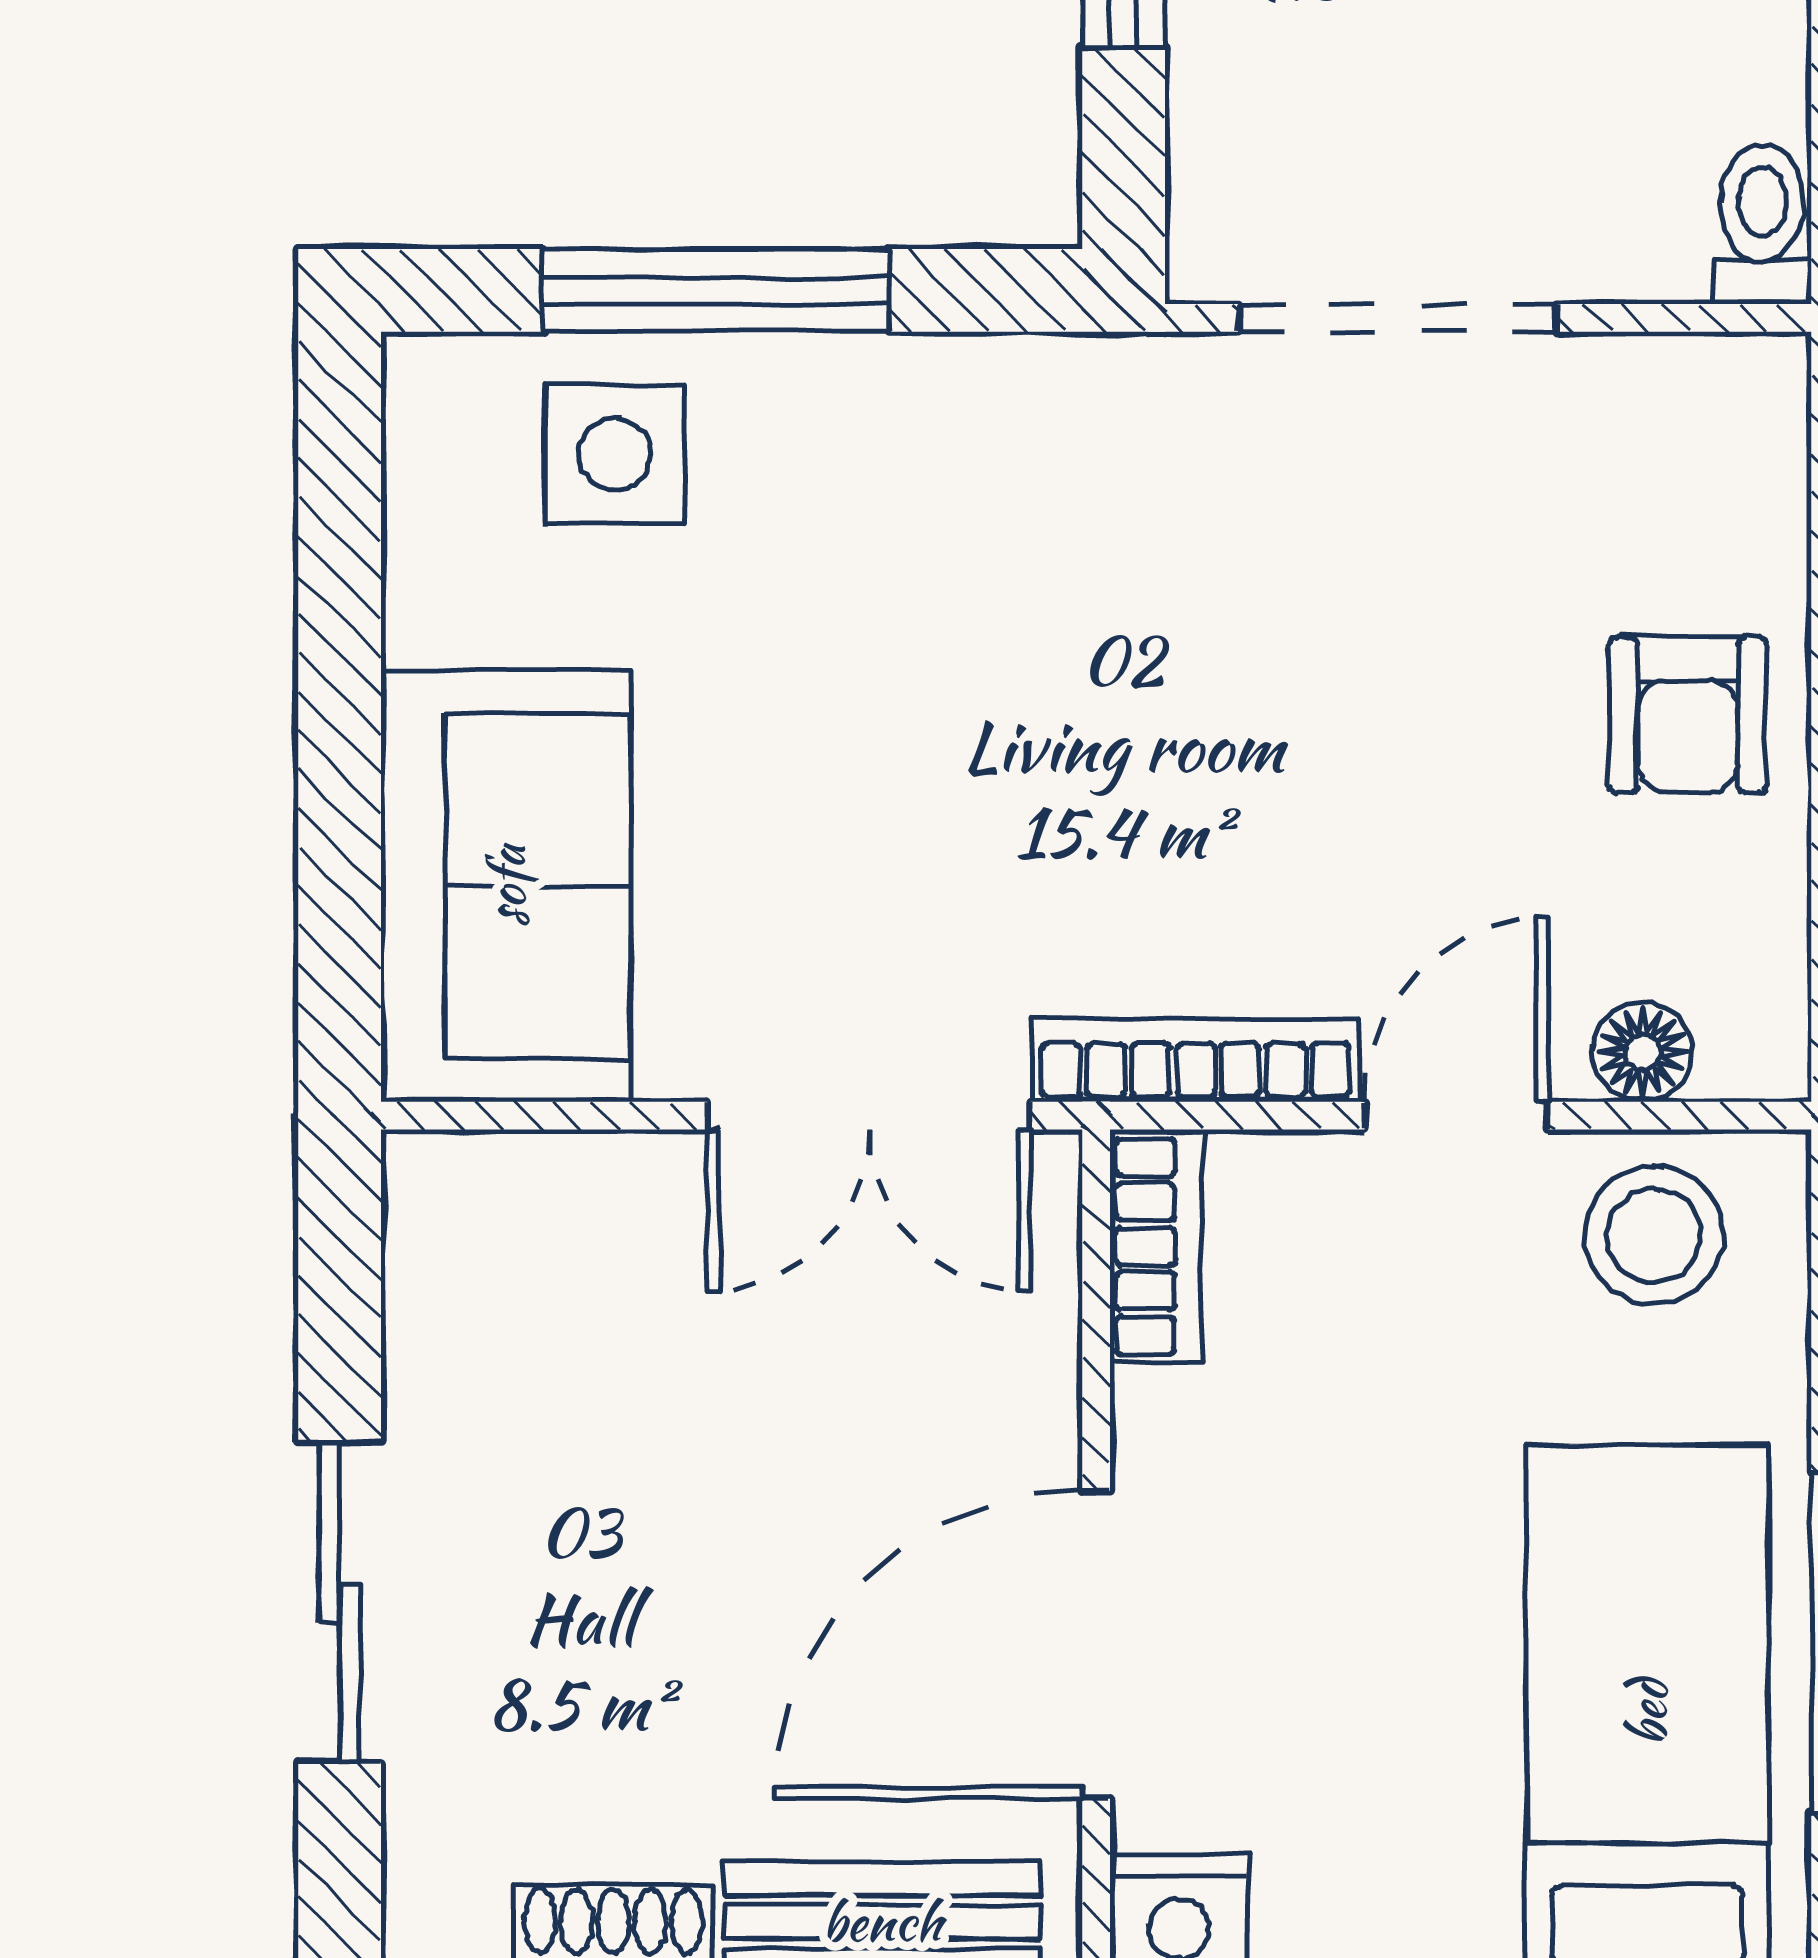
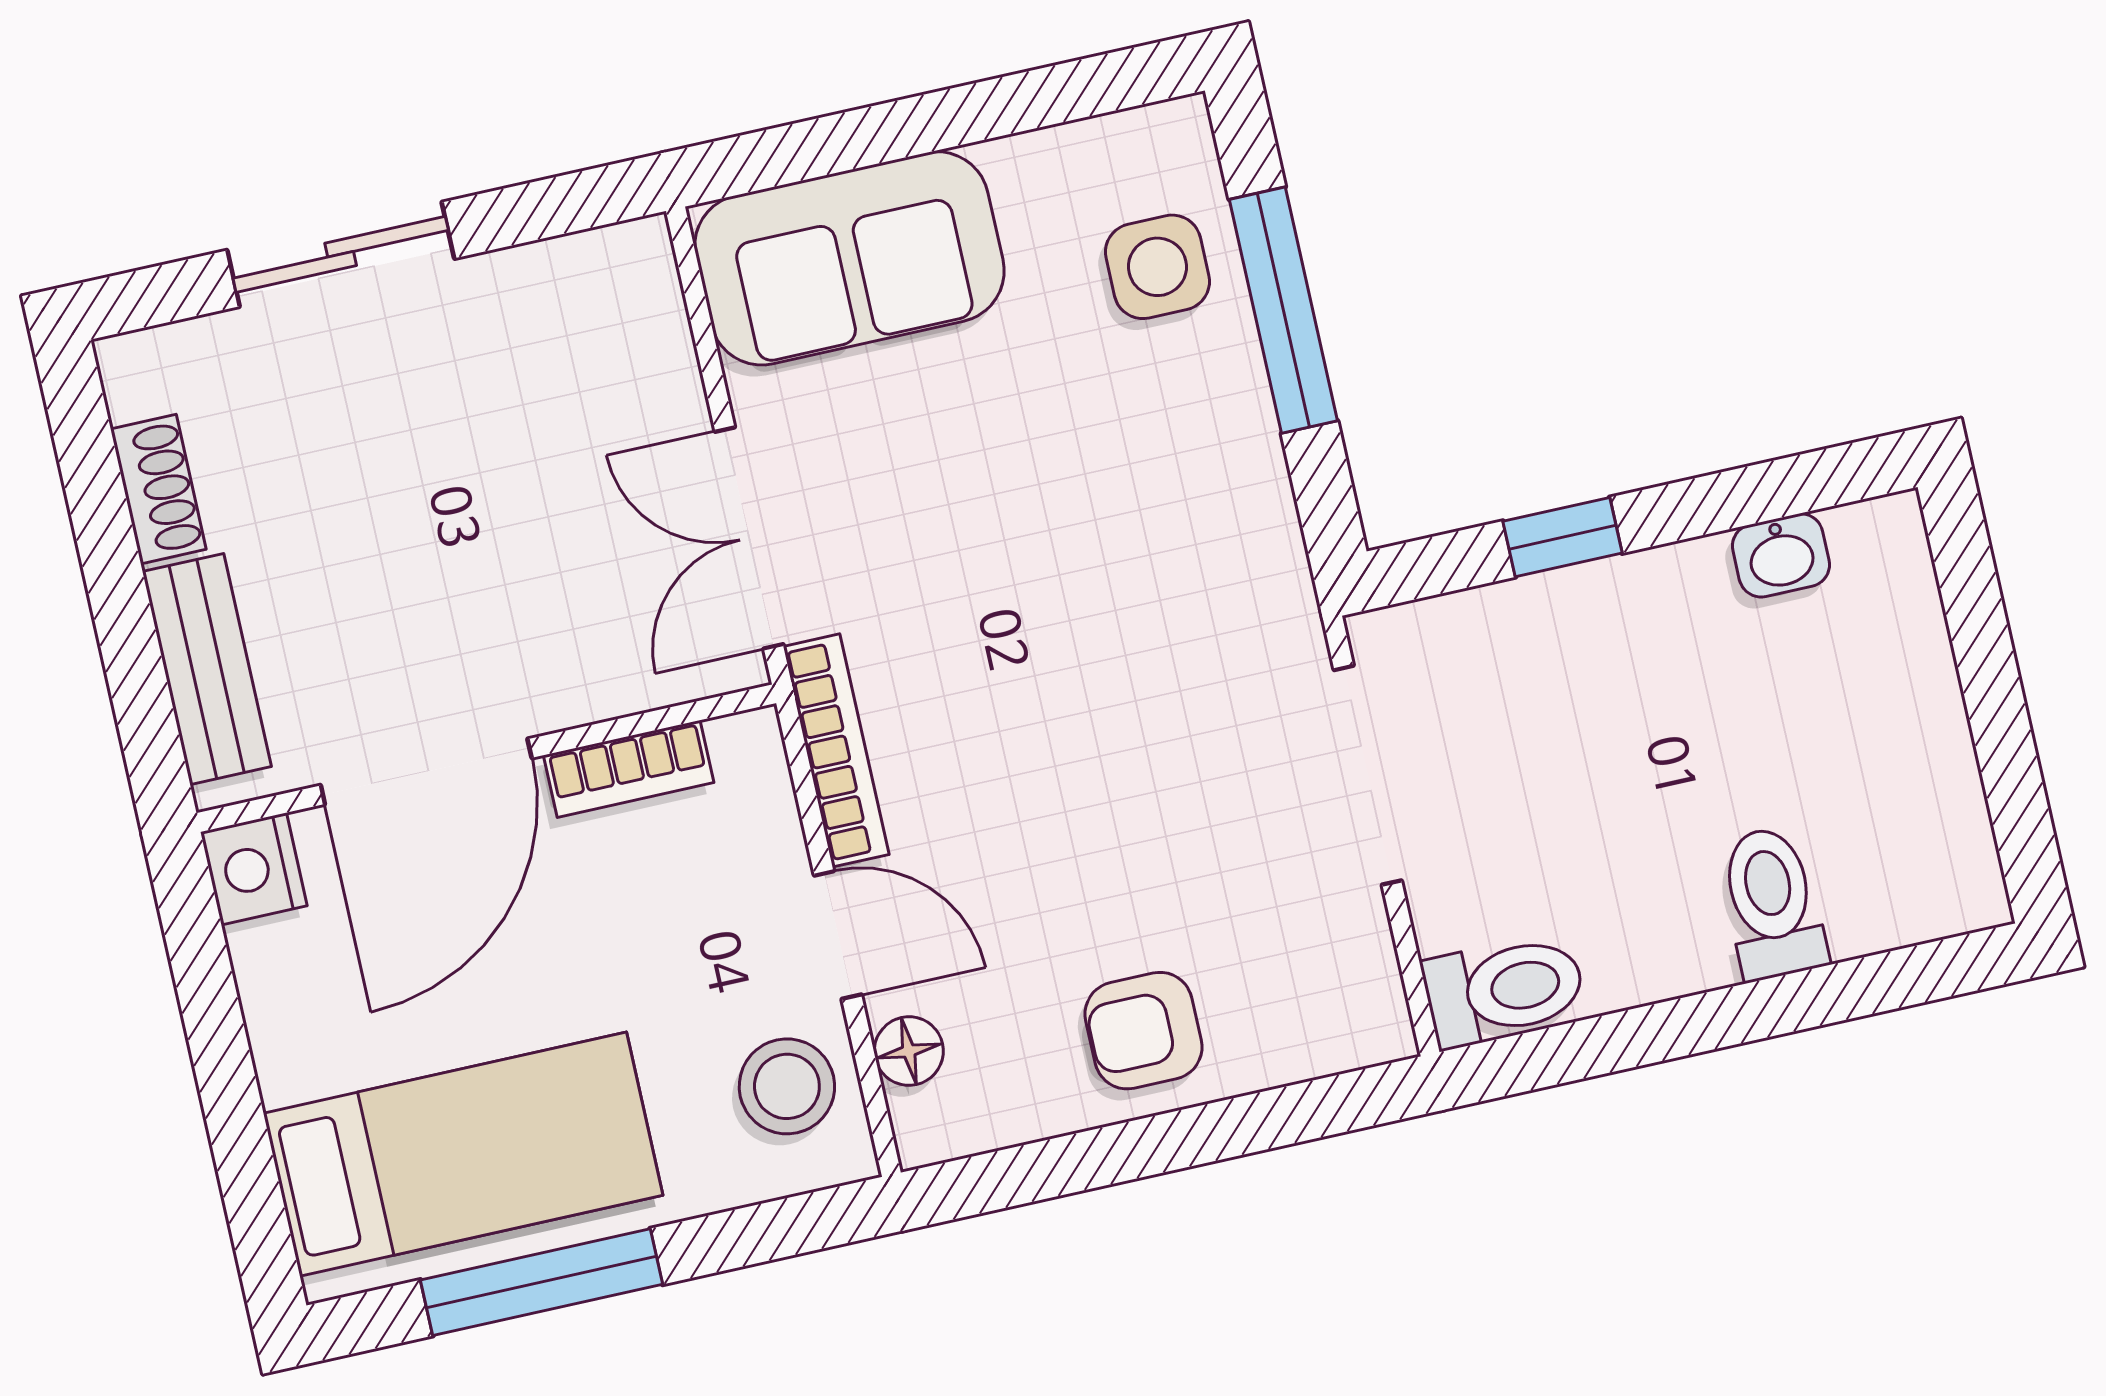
toilet: (1762, 224) -> (1504, 990), width x1.37, depth x1.39
bookcase: (1156, 1246) -> (629, 769), moved
door: (1096, 1645) -> (426, 772), swing flipped

